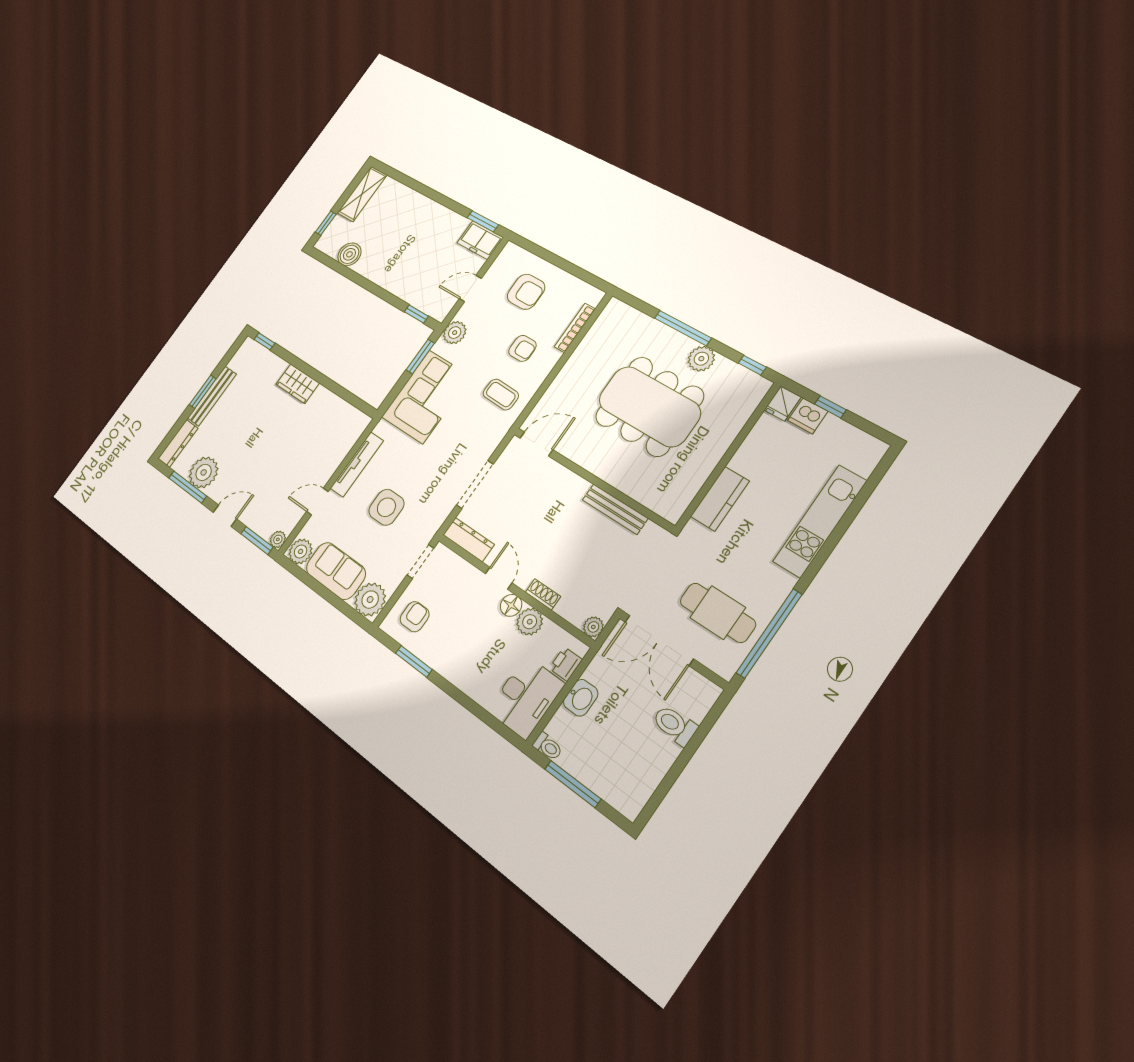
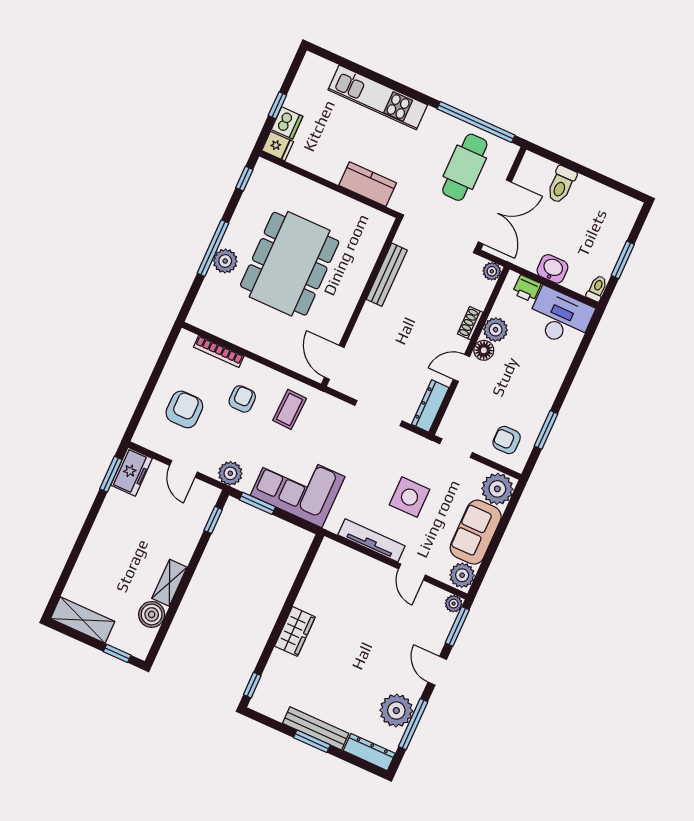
shelving: (372, 271) -> (169, 583), added
plant: (701, 359) -> (225, 261), moved
window: (573, 784) -> (623, 260), width x0.69

